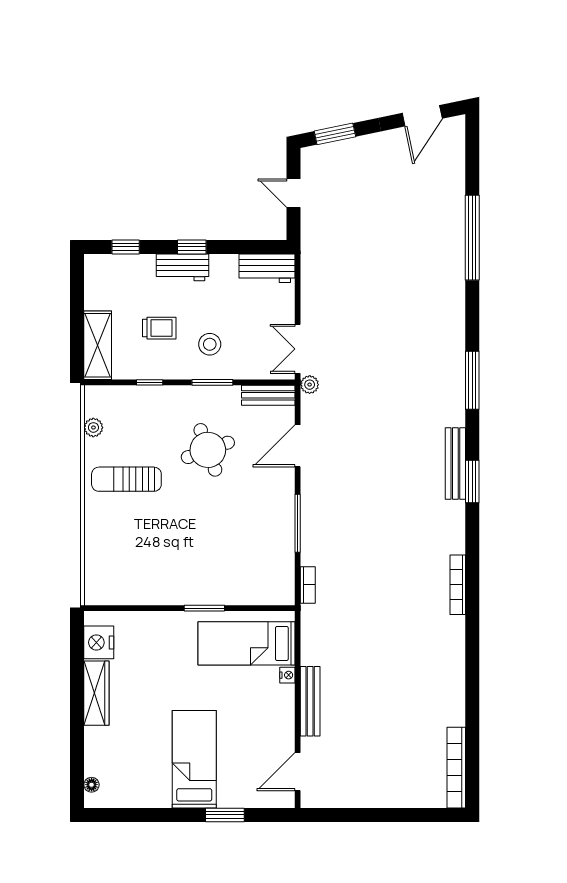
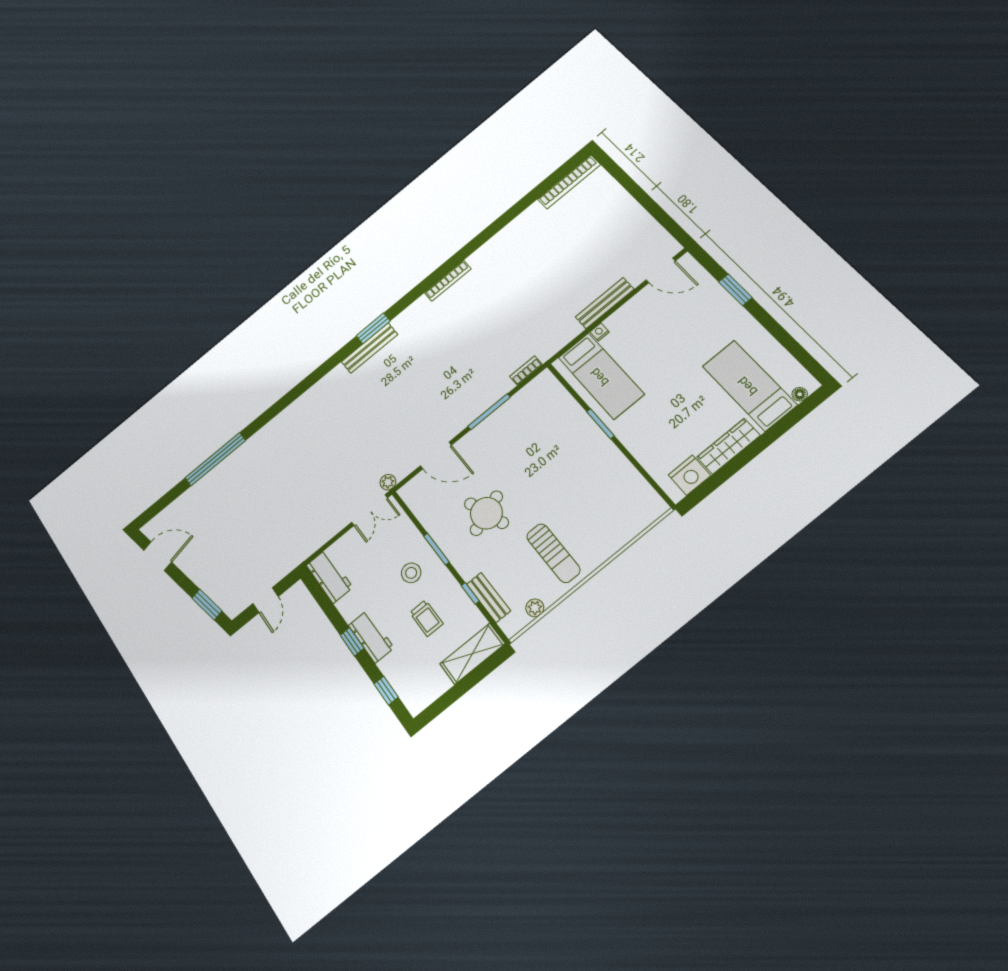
trolley: (159, 328) -> (426, 618), turned 180
window: (472, 380) -> (307, 383), removed
bench: (268, 395) -> (488, 597), moved
bed: (194, 759) -> (749, 385), moved, turned 90

